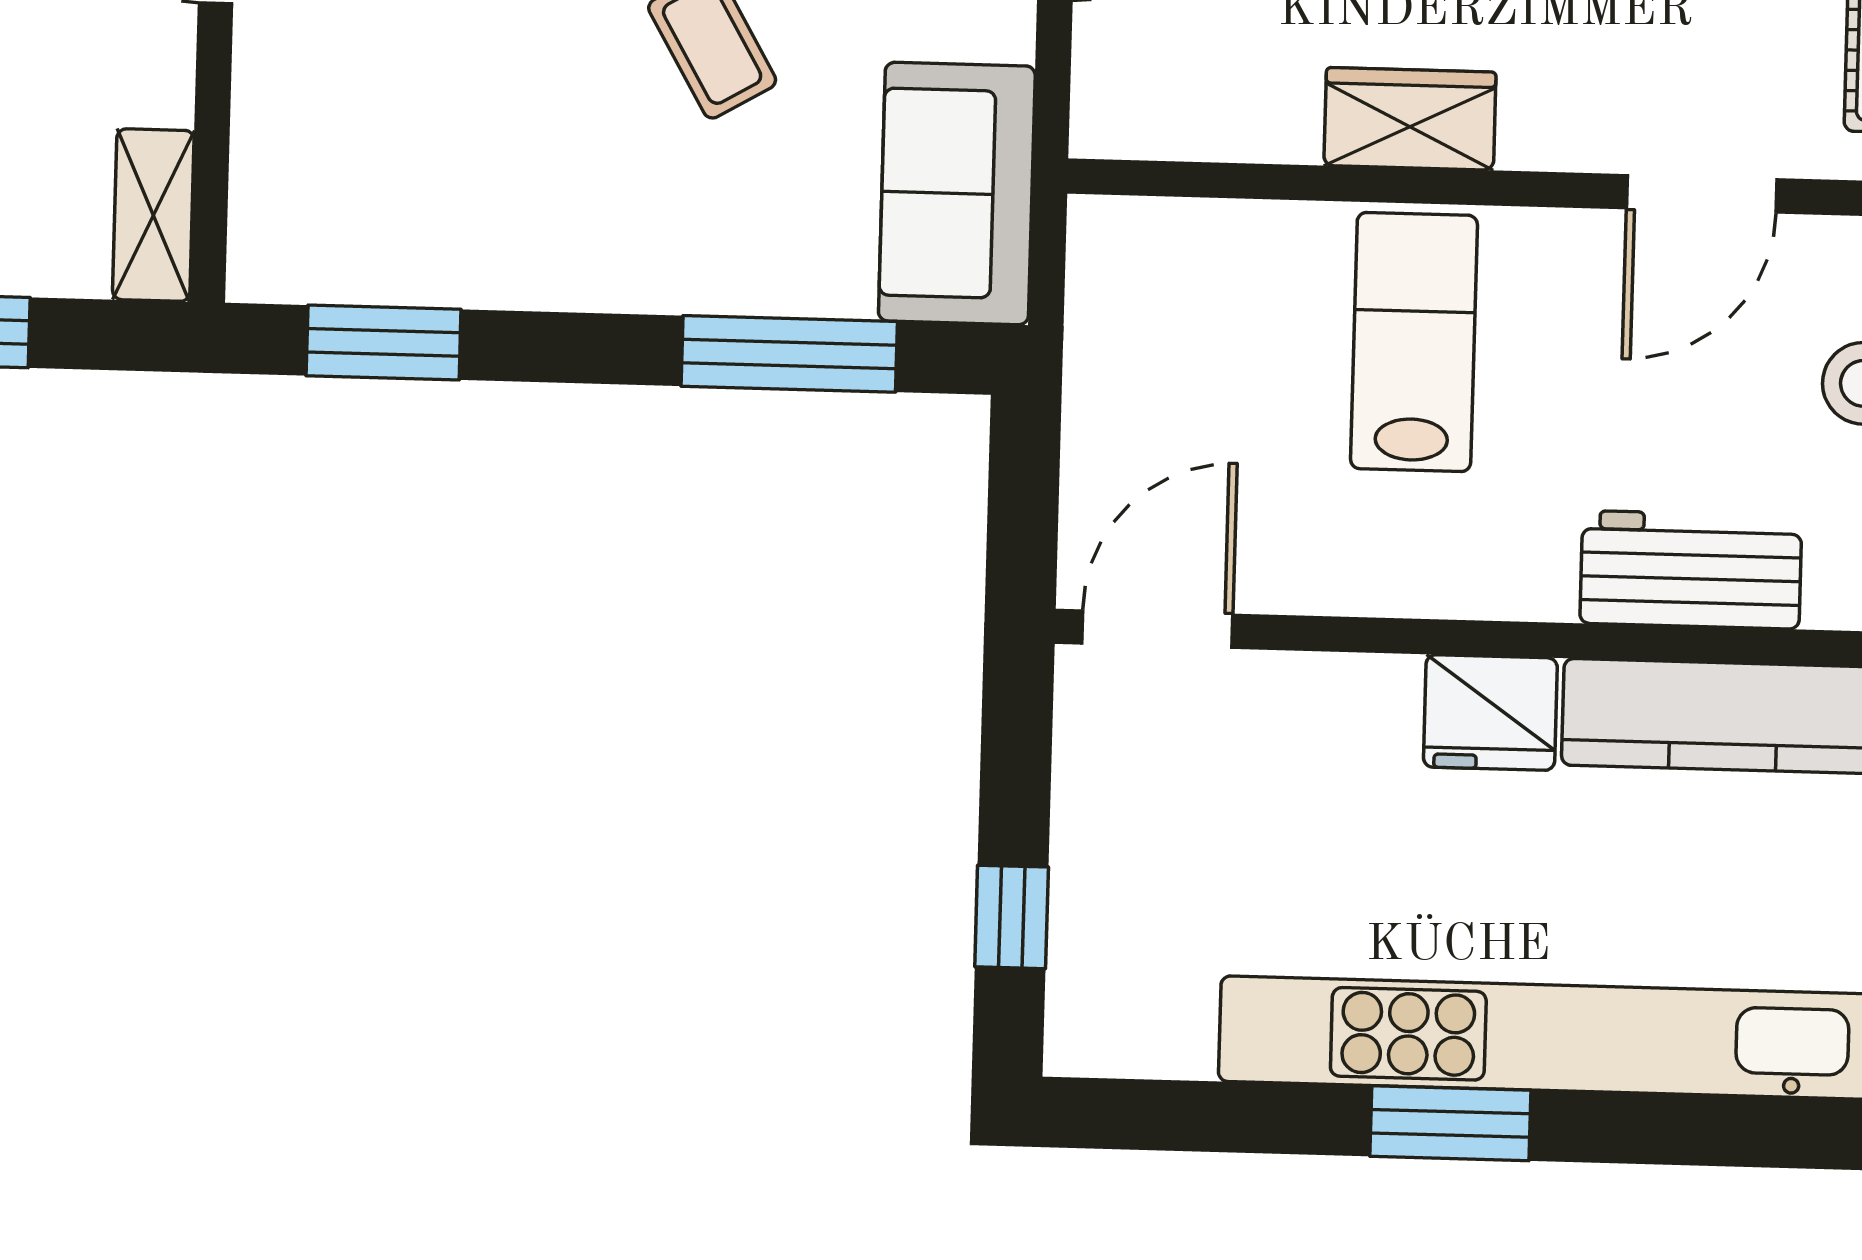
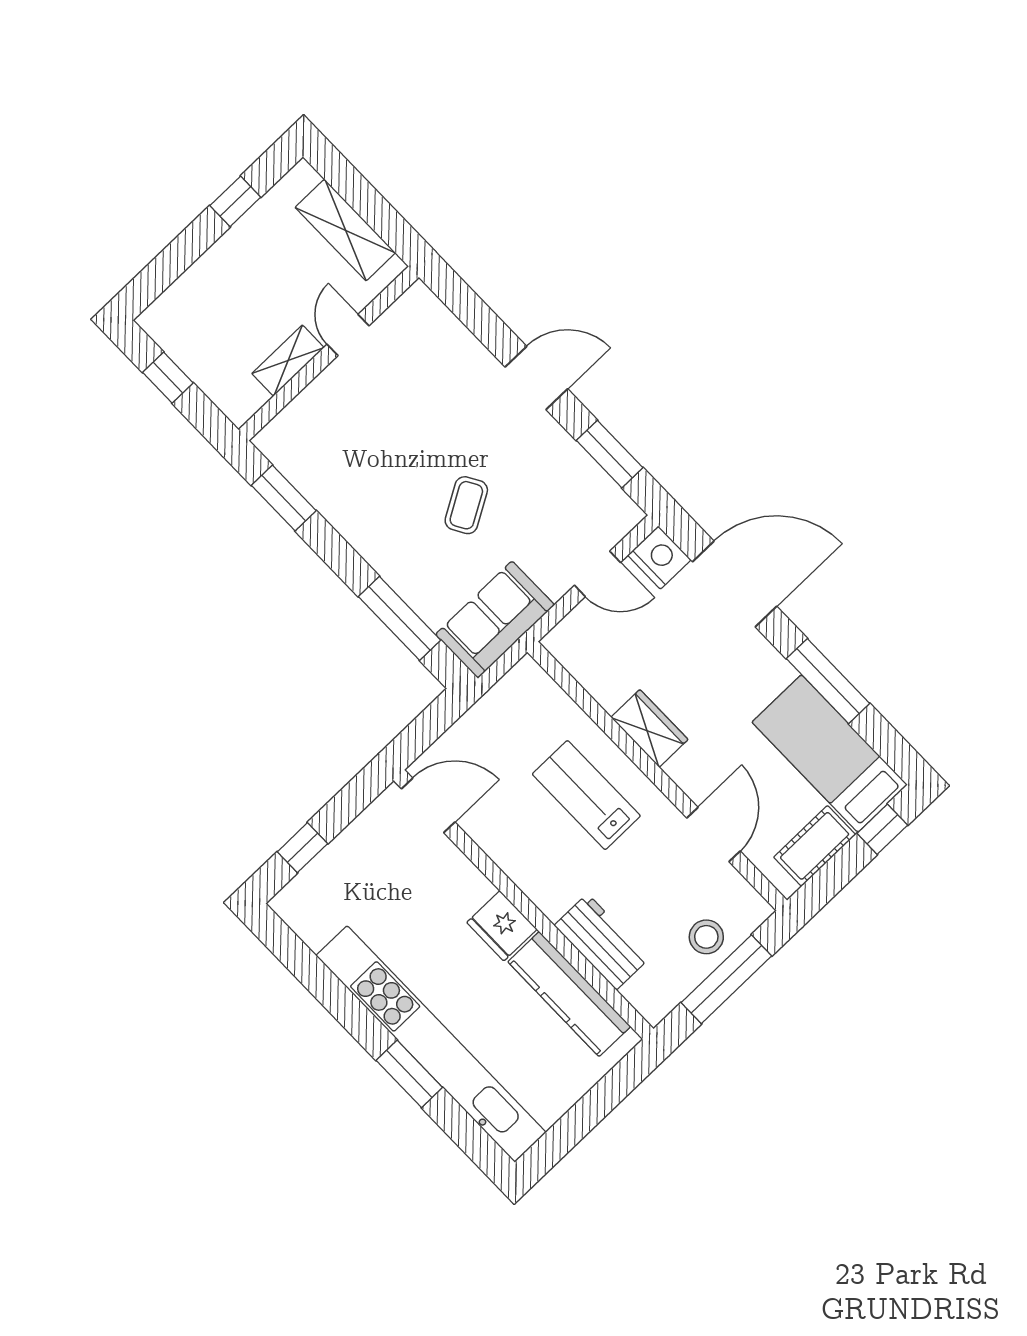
door: (1702, 194) -> (713, 835), swing flipped
shelving: (153, 215) -> (288, 361), moved
lab bench: (1414, 342) -> (586, 795), turned -90
window: (1450, 1123) -> (409, 1074), moved

